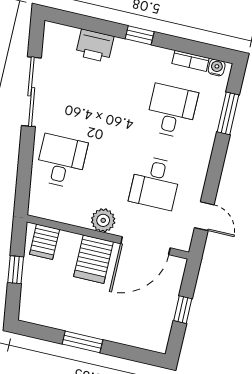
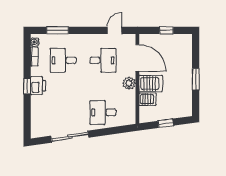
printer: (95, 46) -> (38, 86), moved
server rack: (45, 242) -> (148, 99), moved

